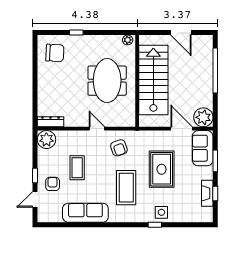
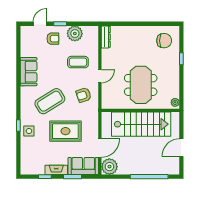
chair: (55, 53) -> (164, 41), turned -93
meeting table: (107, 81) -> (141, 85), turned 90
plant: (46, 140) -> (75, 34), moved
coffee table: (77, 168) -> (78, 62), moved
coffee table: (126, 188) -> (50, 101), turned -32
fireplace: (207, 193) -> (56, 170), moved
door: (35, 199) -> (40, 24), hinge flipped
sofa: (85, 213) -> (29, 72), width x0.73

